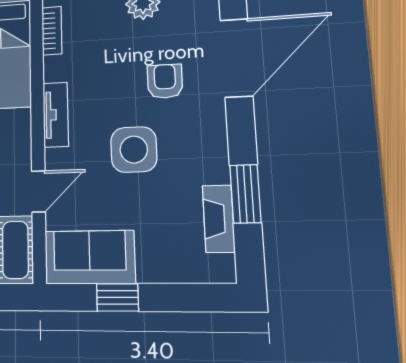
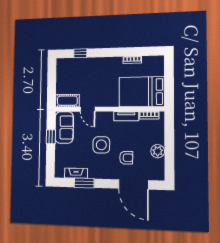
tv unit: (56, 115) -> (126, 116), moved

